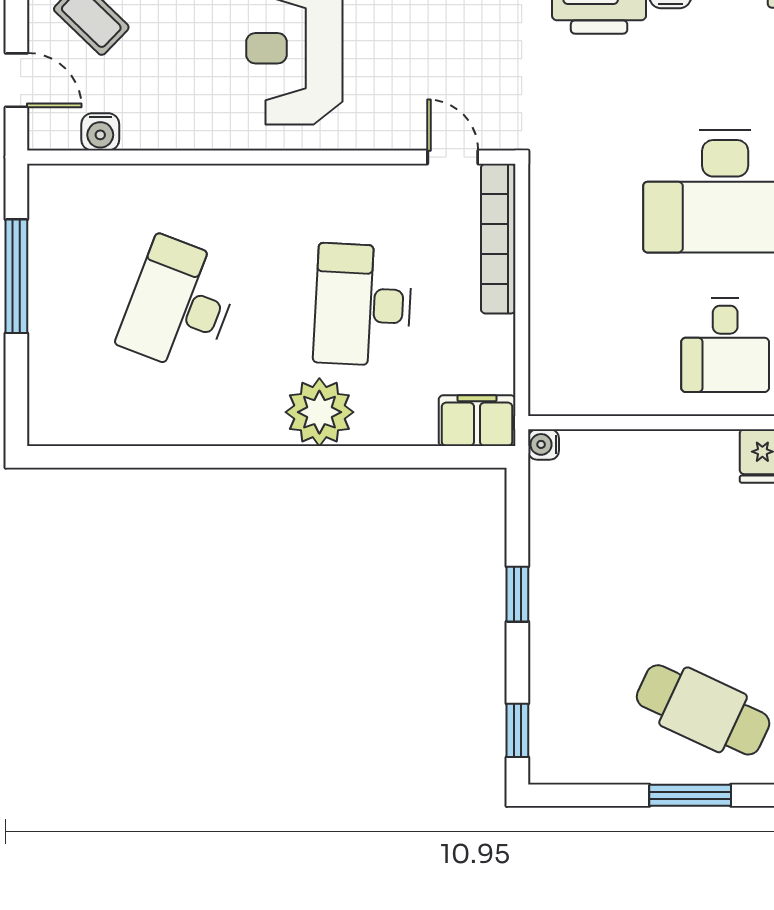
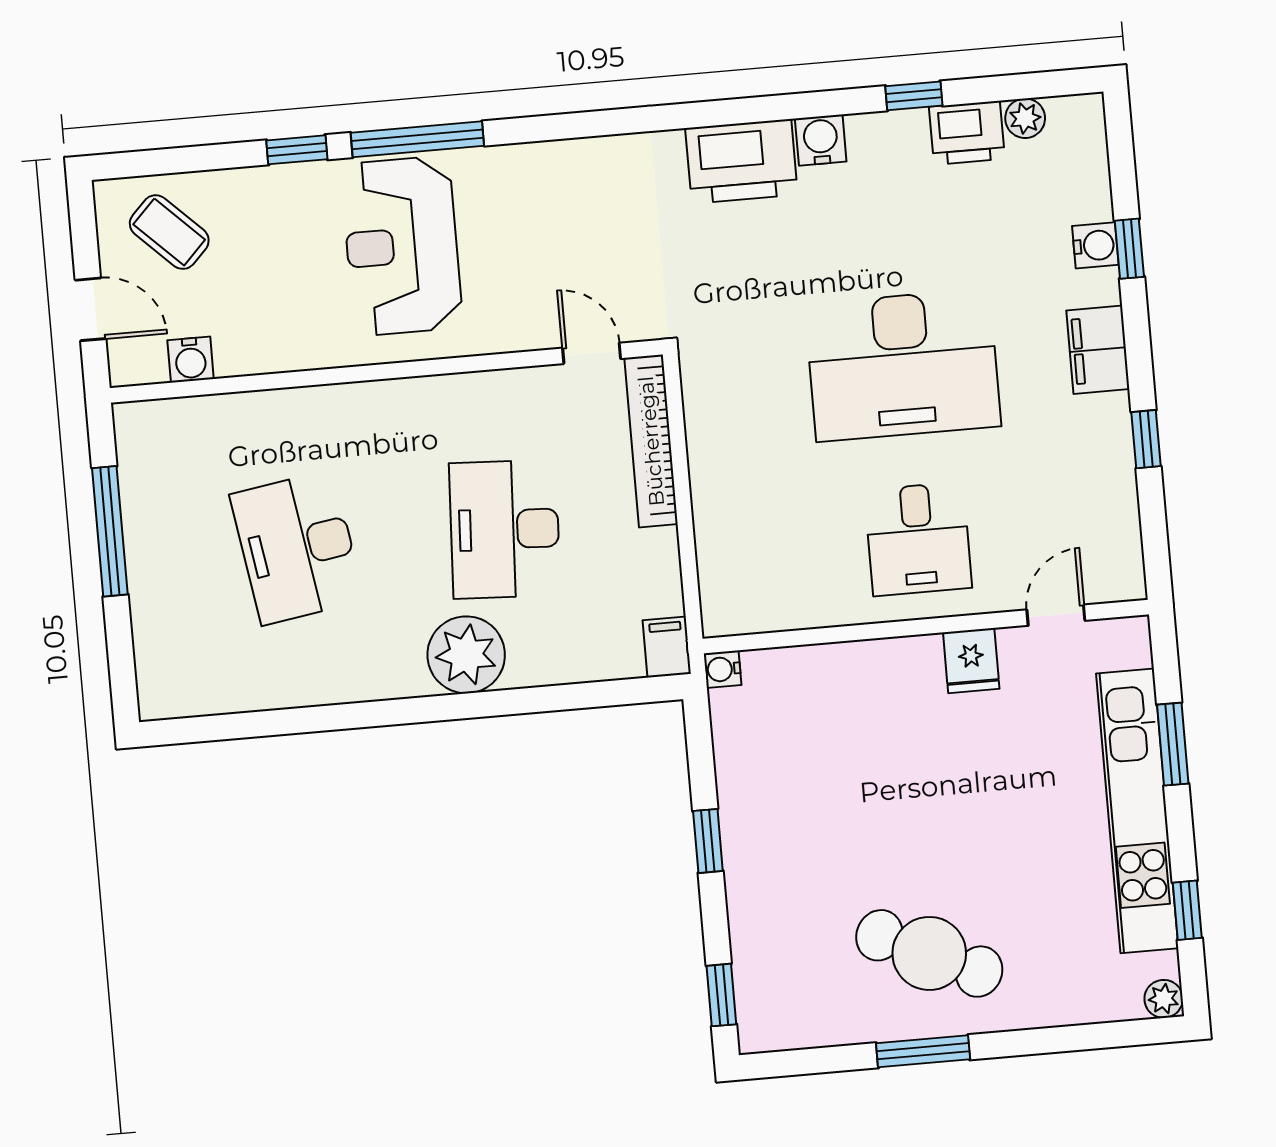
desk: (179, 305) -> (297, 547), turned -30
filing cabinet: (477, 421) -> (667, 647), width x0.50

